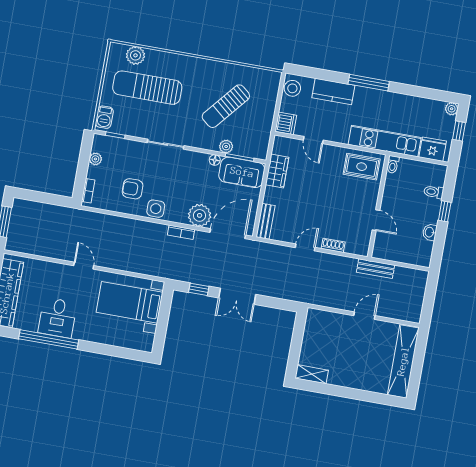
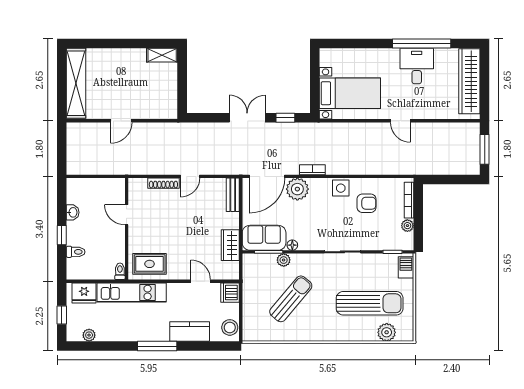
plant: (452, 109) -> (89, 335), moved
bookcase: (88, 191) -> (409, 200), width x1.56
shoe rack: (333, 245) -> (163, 183), width x1.43
bench: (376, 269) -> (119, 168), removed

